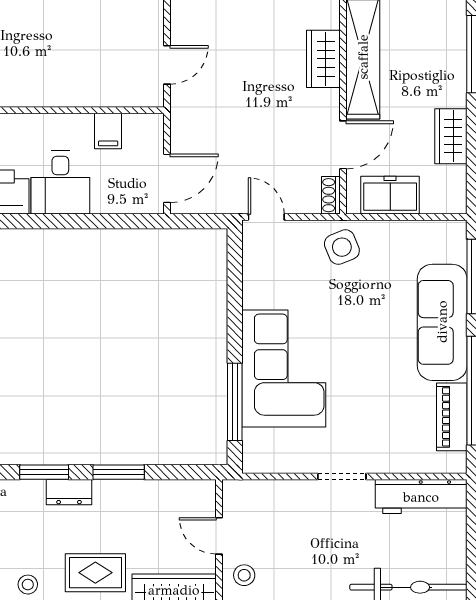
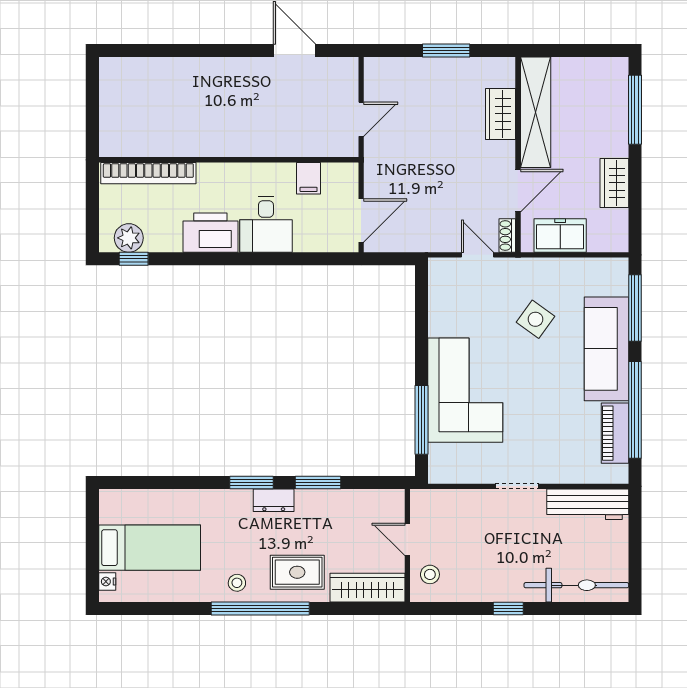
door: (266, 217) -> (478, 255), moved
side table: (342, 247) -> (535, 319), moved, turned -32

